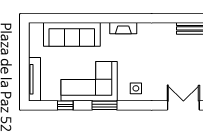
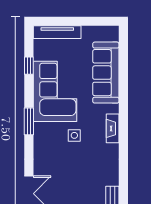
side table: (136, 88) -> (74, 135), moved
window: (105, 105) -> (29, 121), moved

